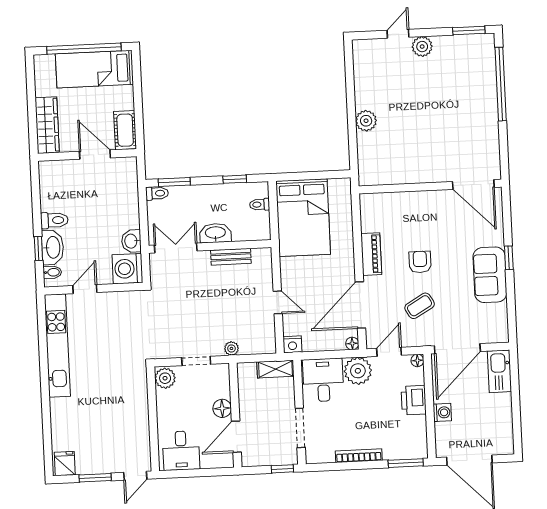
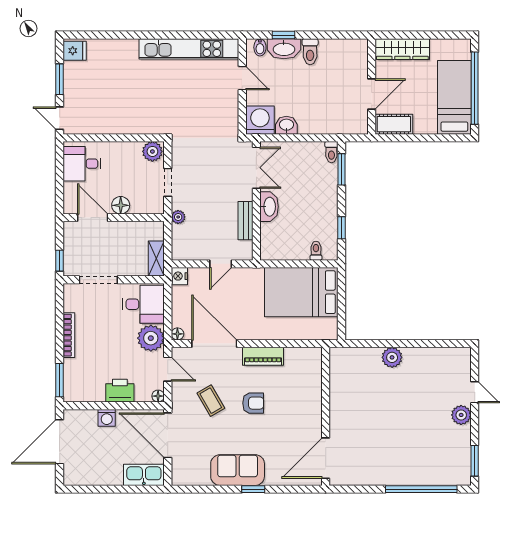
washbasin: (215, 233) -> (269, 207), moved
wall: (210, 246) -> (256, 201), moved
double door: (176, 248) -> (256, 168), moved
bench: (231, 257) -> (246, 221), moved

